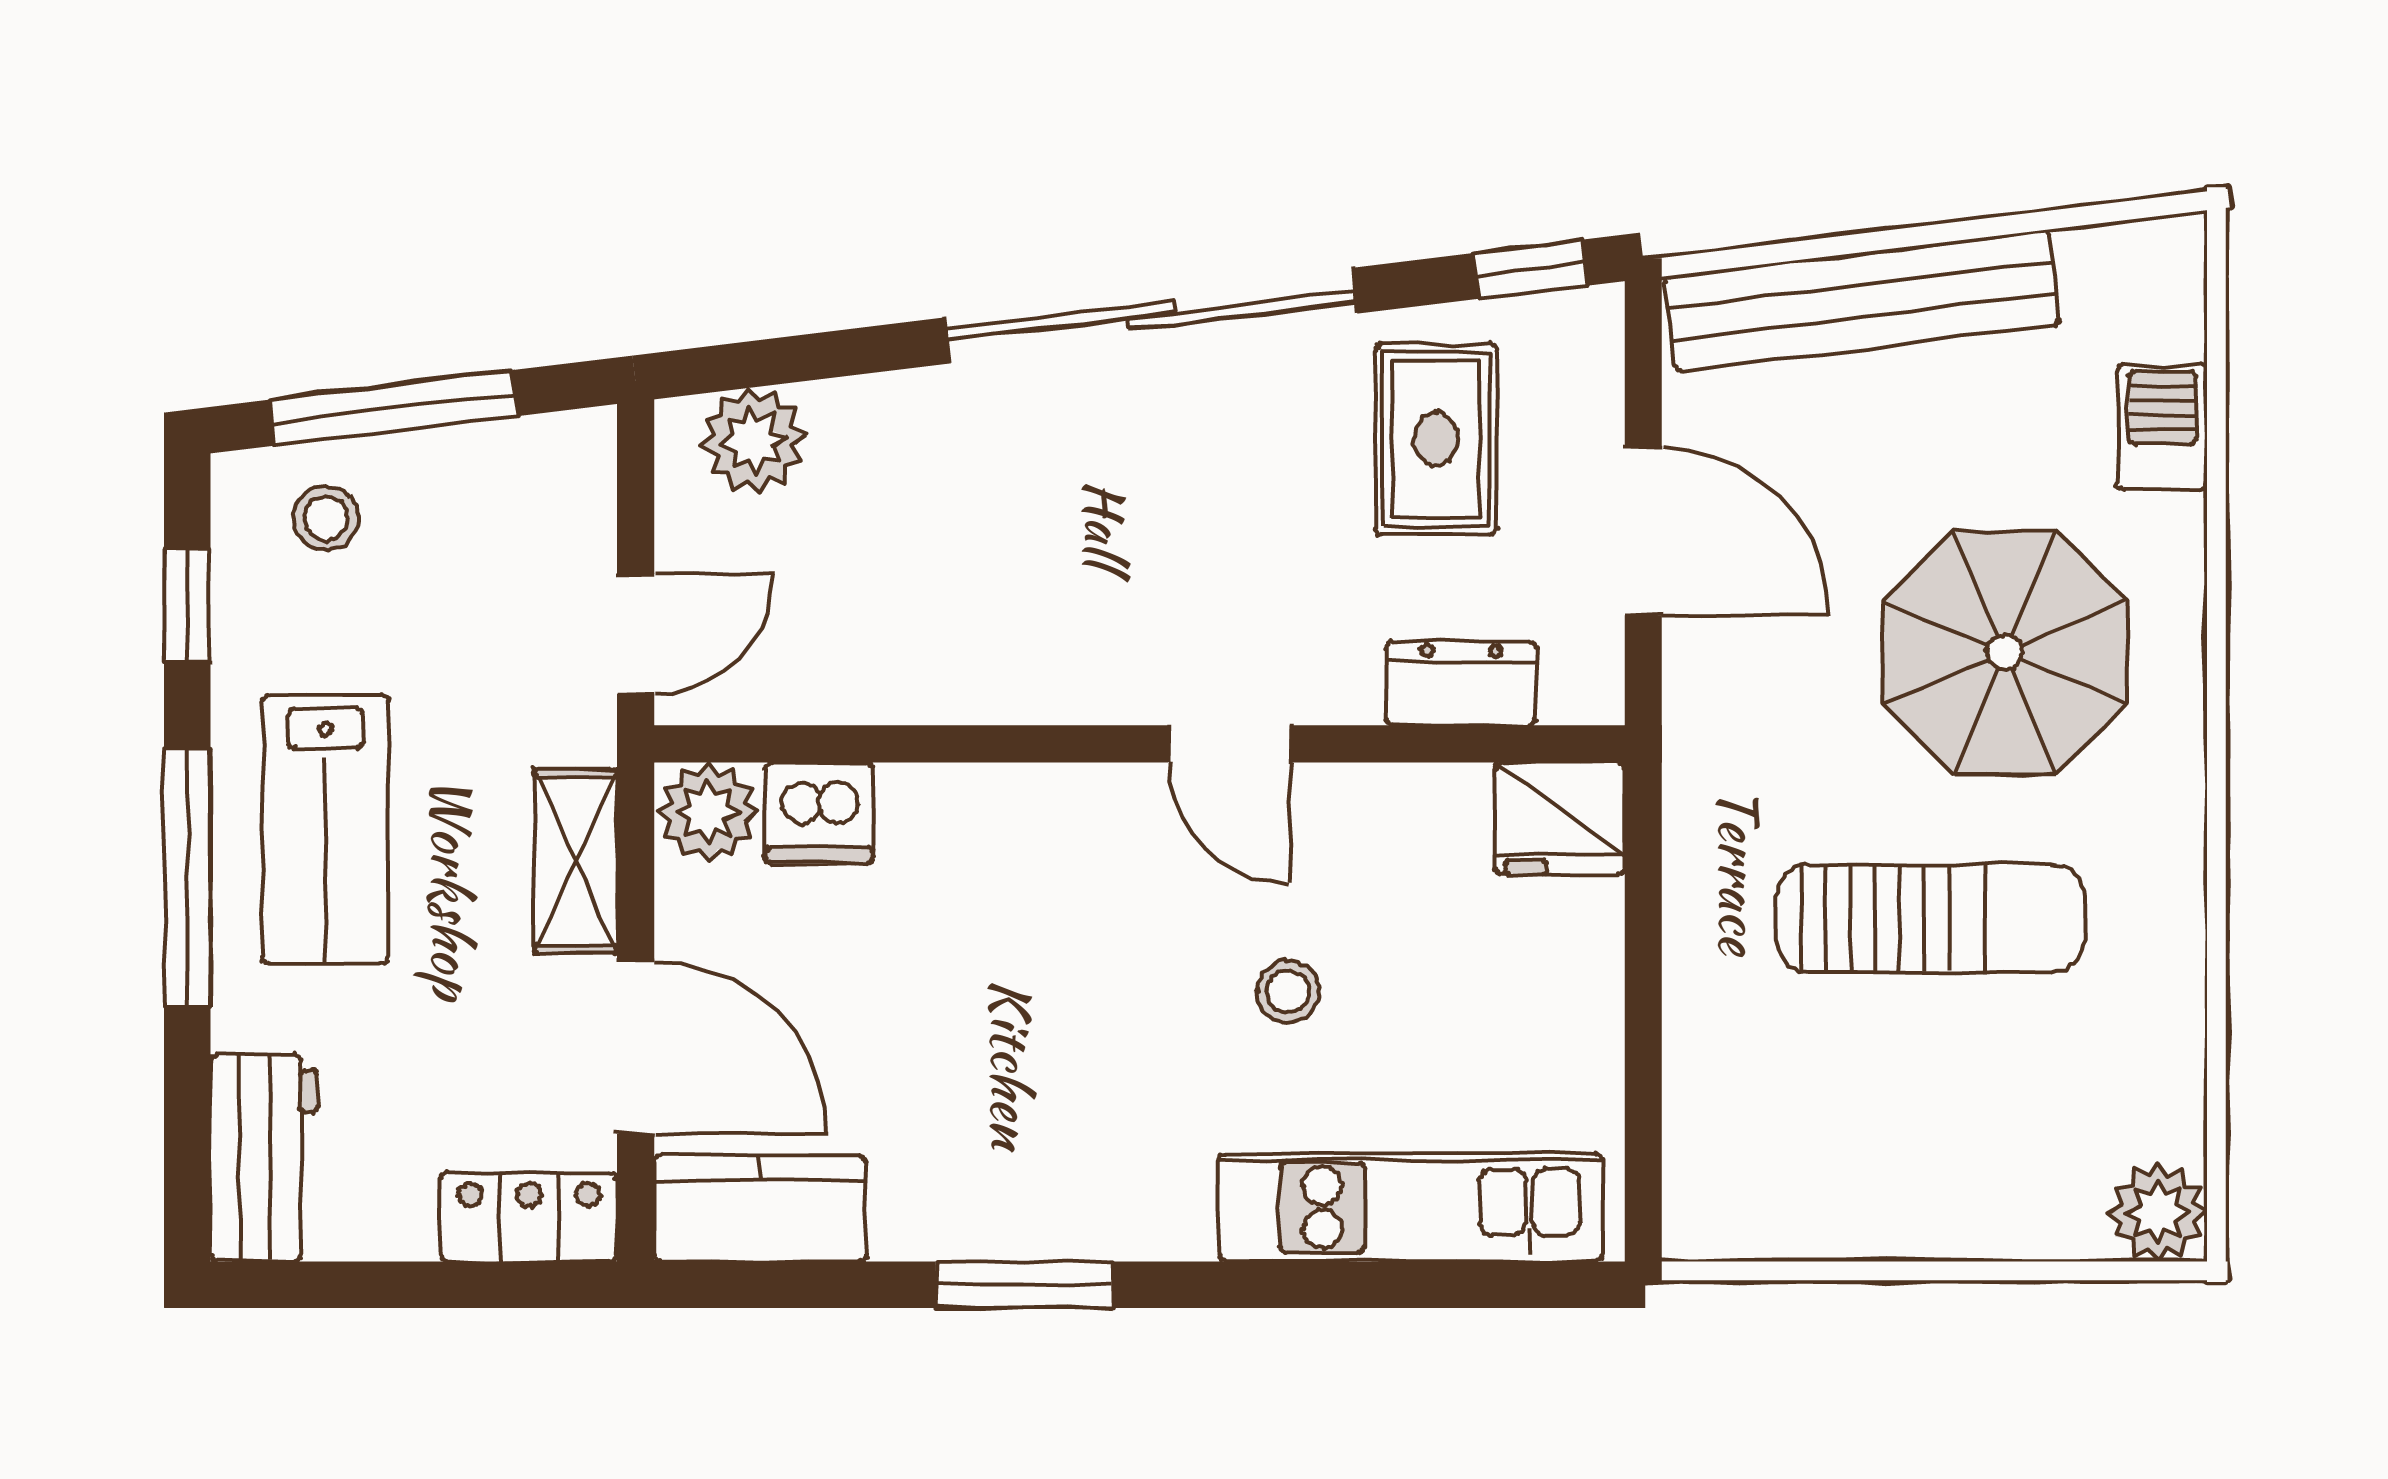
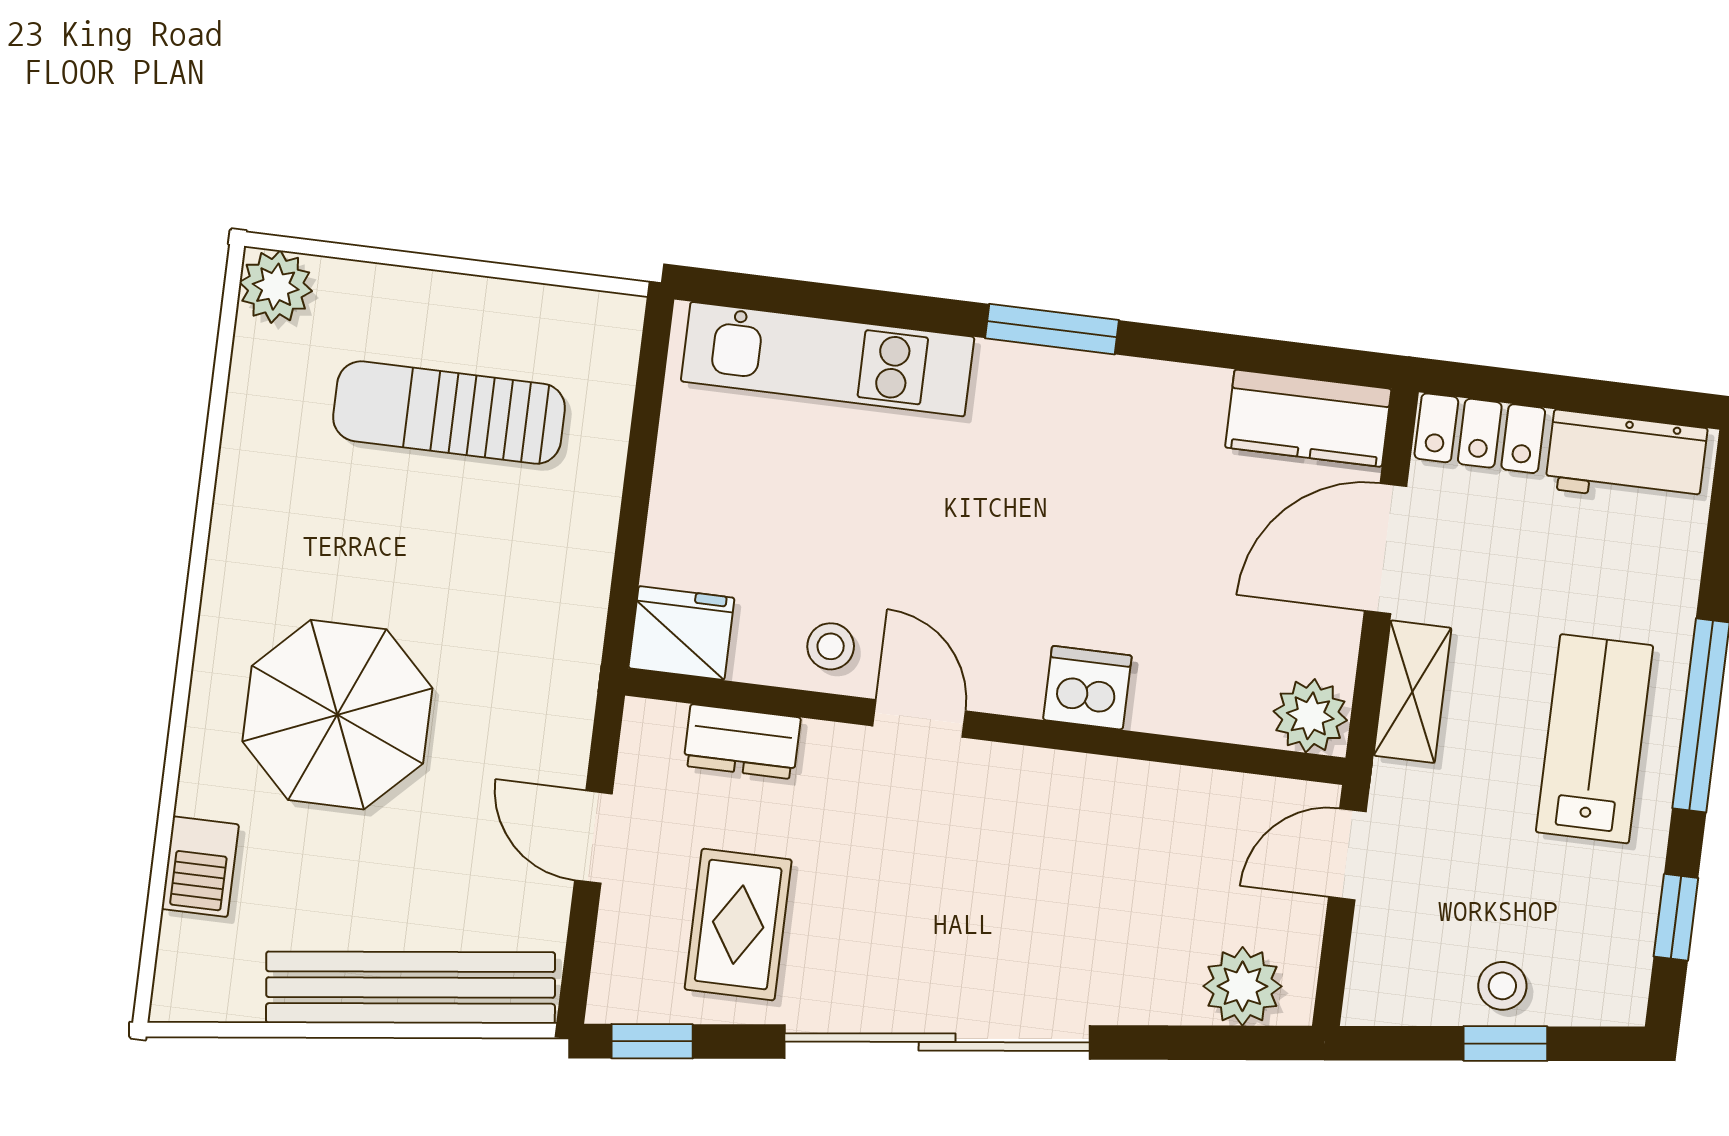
window: (394, 408) -> (1505, 1044), width x0.46
stool: (326, 518) -> (1502, 986), moved
door: (1643, 532) -> (593, 837), width x0.73
dishwasher: (819, 813) -> (1087, 688), moved
sun lounger: (1930, 918) -> (449, 412), moved
stool: (1288, 992) -> (831, 646), moved
door: (636, 1047) -> (1385, 549), hinge flipped
workbench: (264, 1158) -> (1626, 458), moved, turned -90
window: (1024, 1285) -> (1052, 329), moved

